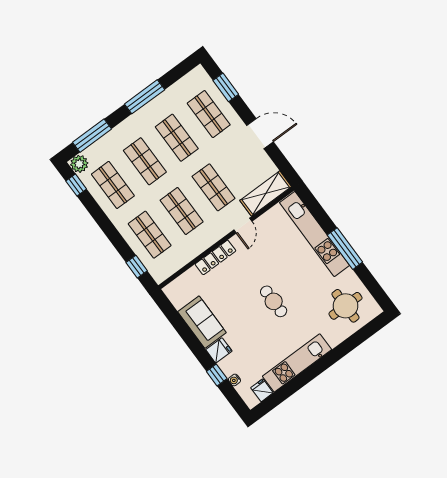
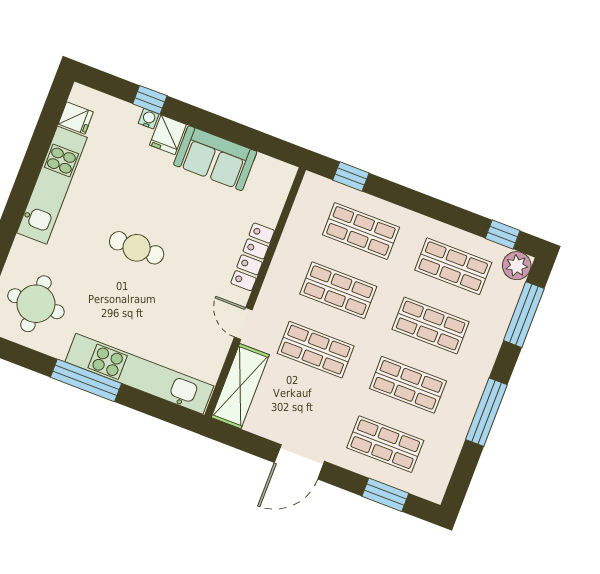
water cooler: (234, 380) -> (149, 119), moved

